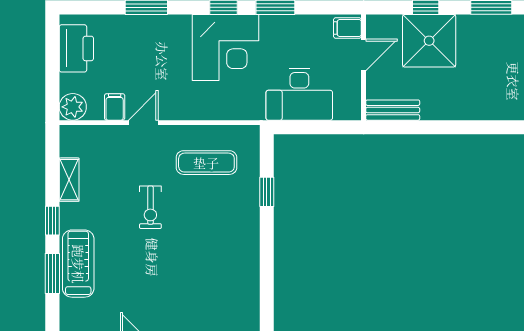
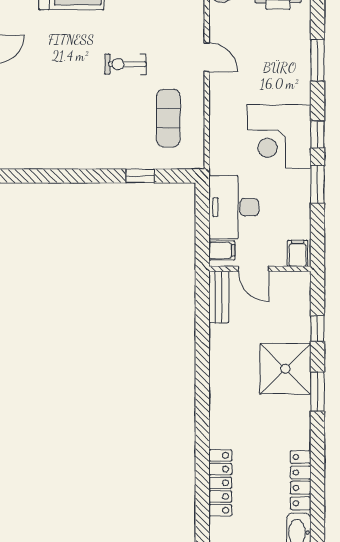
shower: (429, 41) -> (285, 369), moved
door: (364, 55) -> (254, 269), moved
filing cabinet: (115, 107) -> (222, 250), moved

